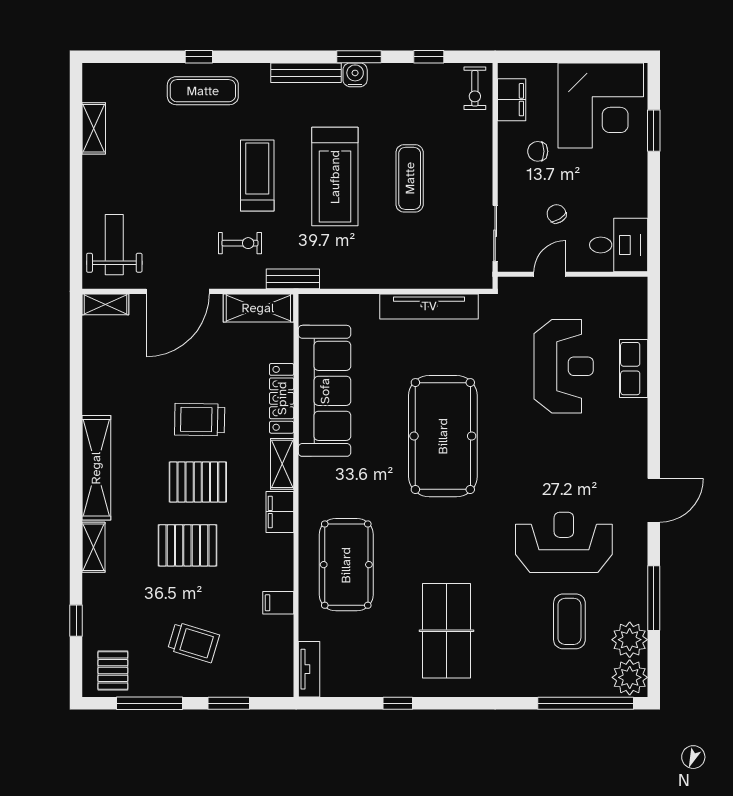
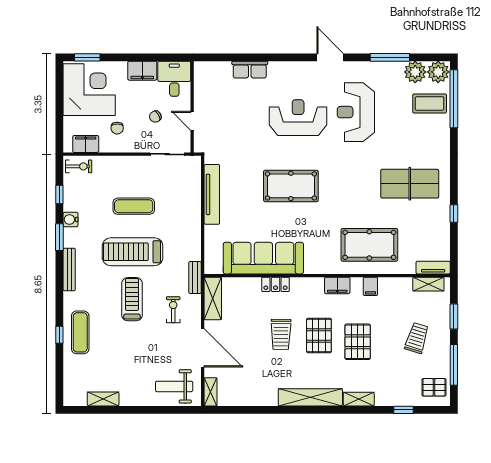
water cooler: (355, 75) -> (71, 220), moved
window: (654, 131) -> (87, 57), moved
treadmill: (257, 176) -> (132, 299), turned 90
treadmill: (335, 177) -> (133, 252), turned 180
filing cabinet: (632, 193) -> (142, 71), added
reception desk: (564, 366) -> (298, 118), moved
locker: (282, 398) -> (276, 284), width x0.66
pool table: (443, 436) -> (291, 186), width x0.73, depth x0.76
shelving: (282, 464) -> (428, 284), moved
filing cabinet: (278, 603) -> (370, 286), moved
coffee table: (569, 621) -> (430, 103), moved

